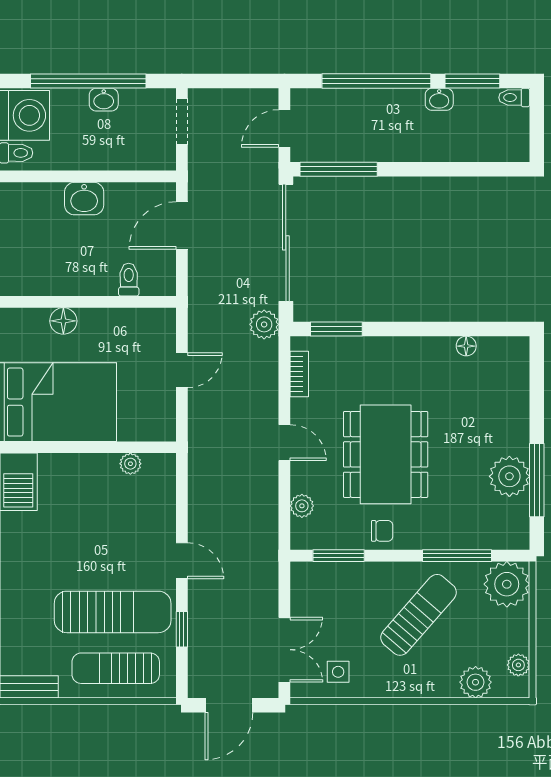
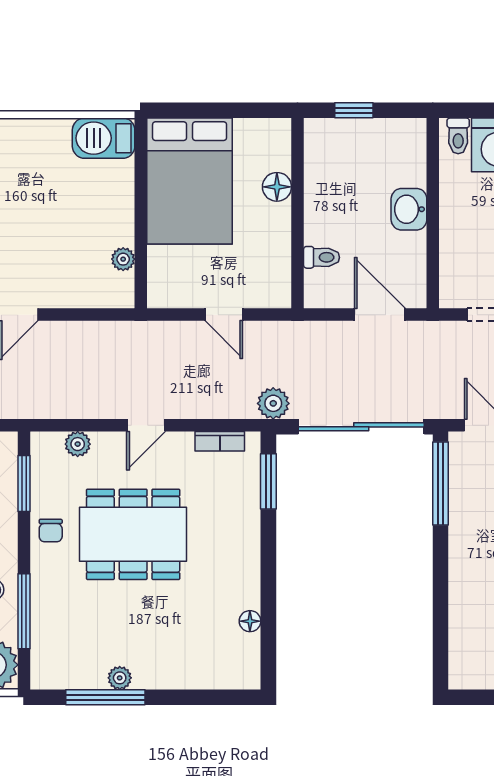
plant: (509, 476) -> (120, 678), width x0.53, depth x0.53

